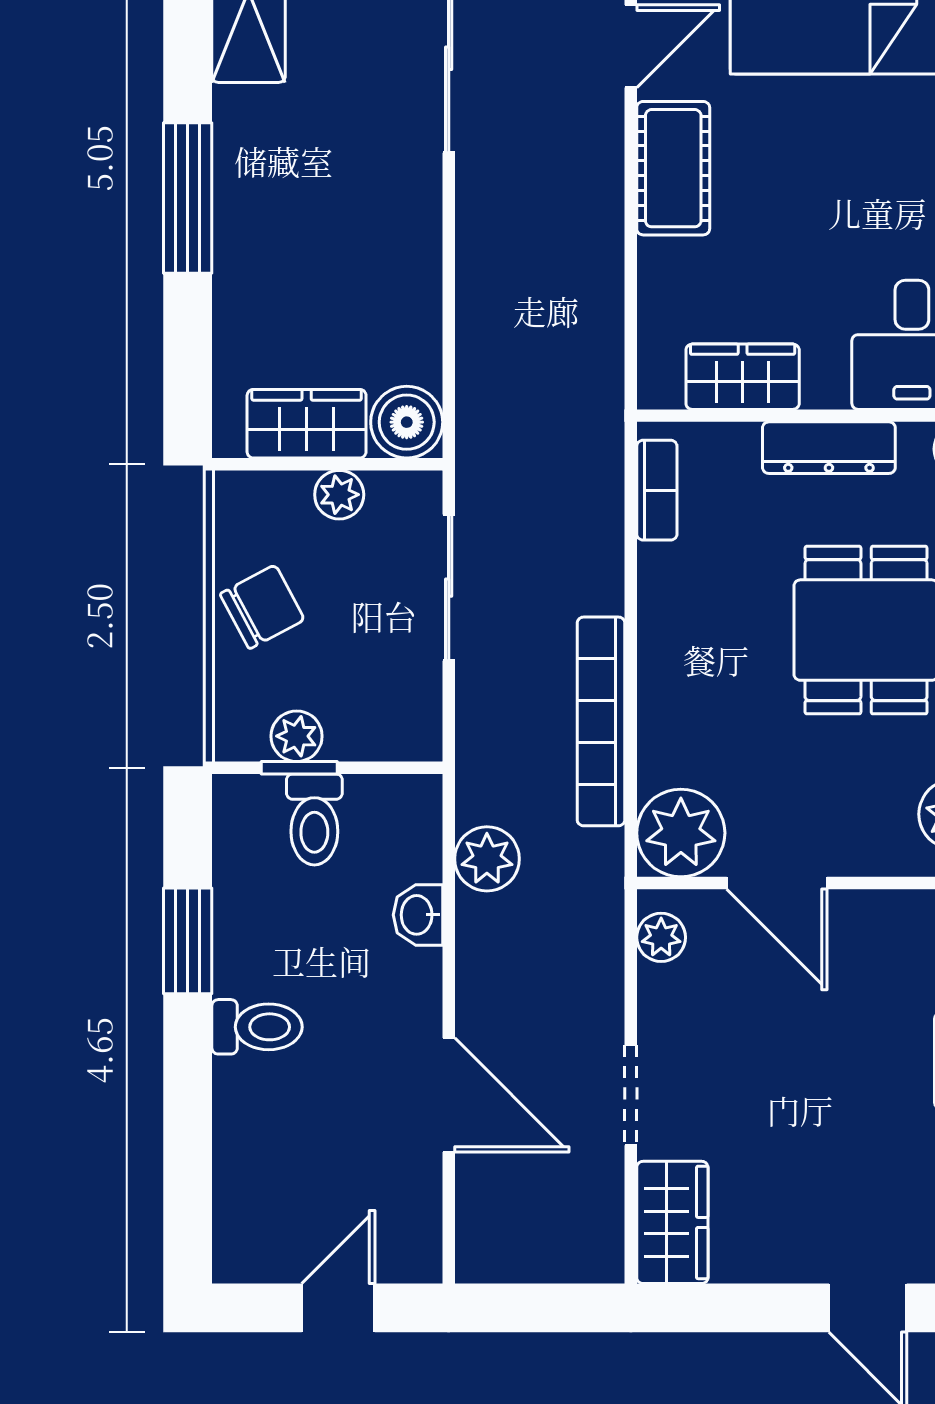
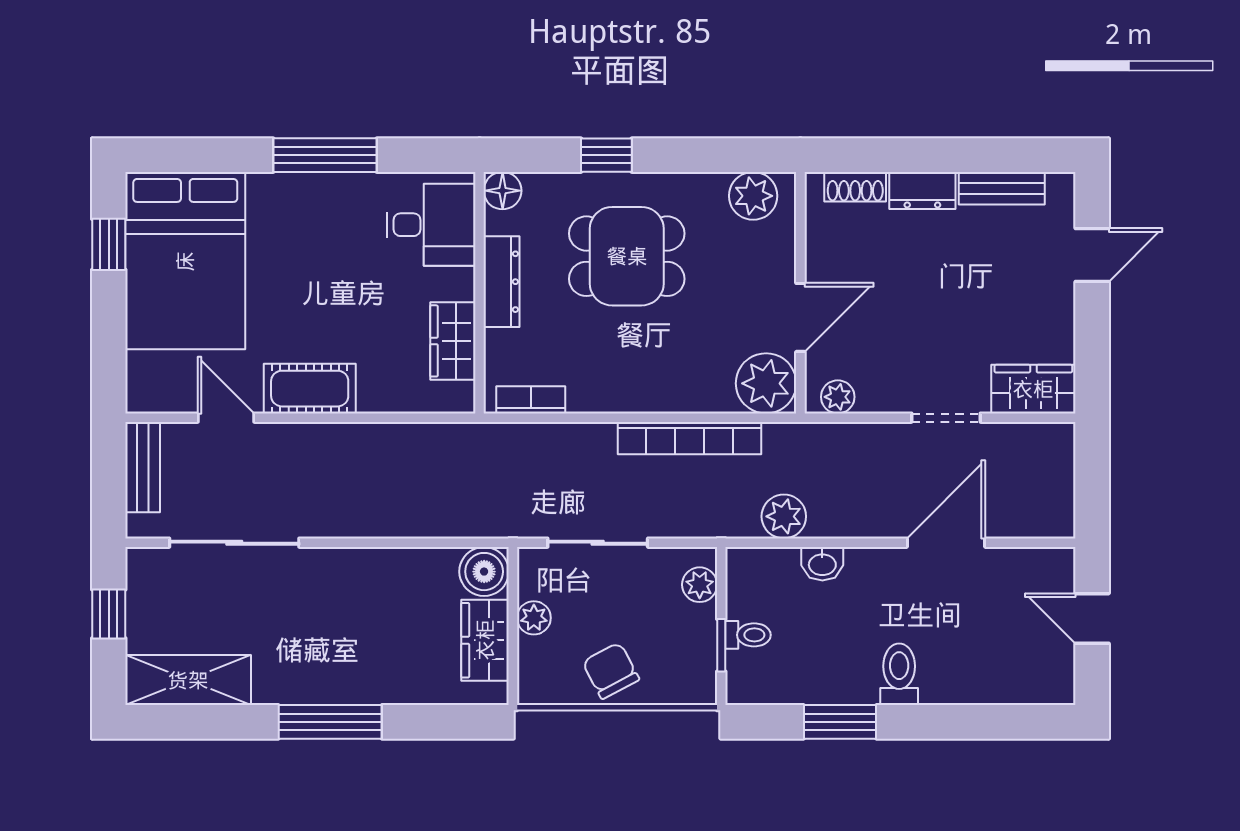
plant: (297, 736) -> (700, 585), moved
toilet: (314, 819) -> (748, 635), width x0.73, depth x0.72

